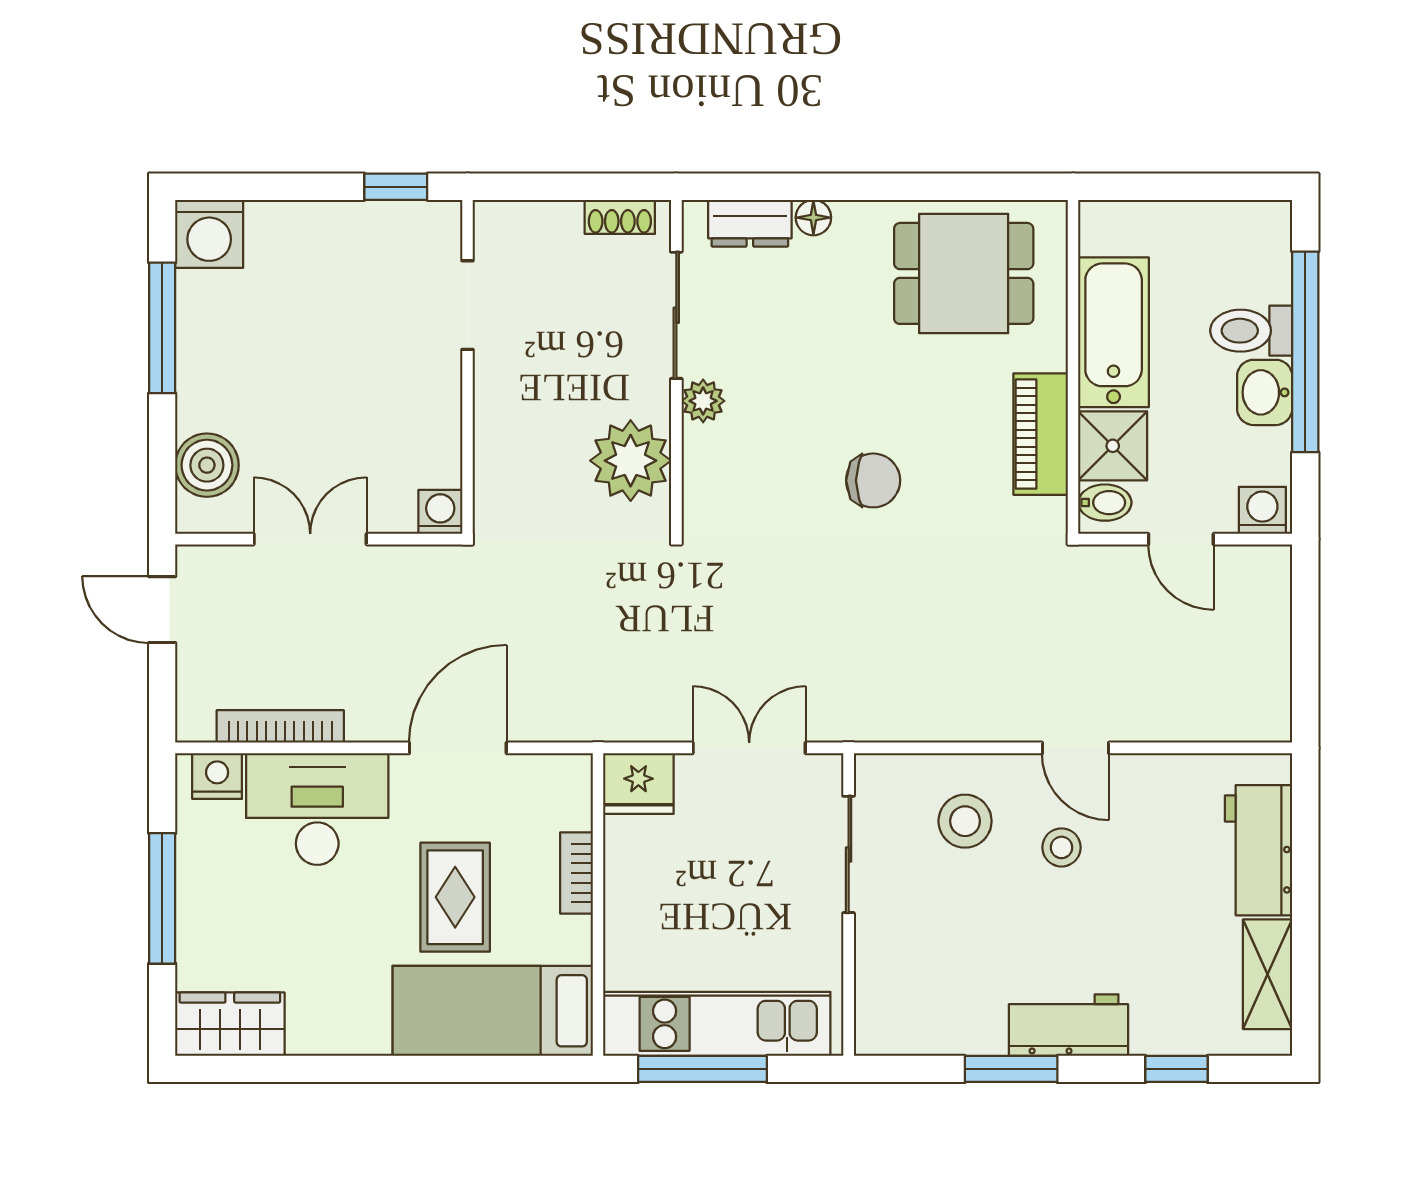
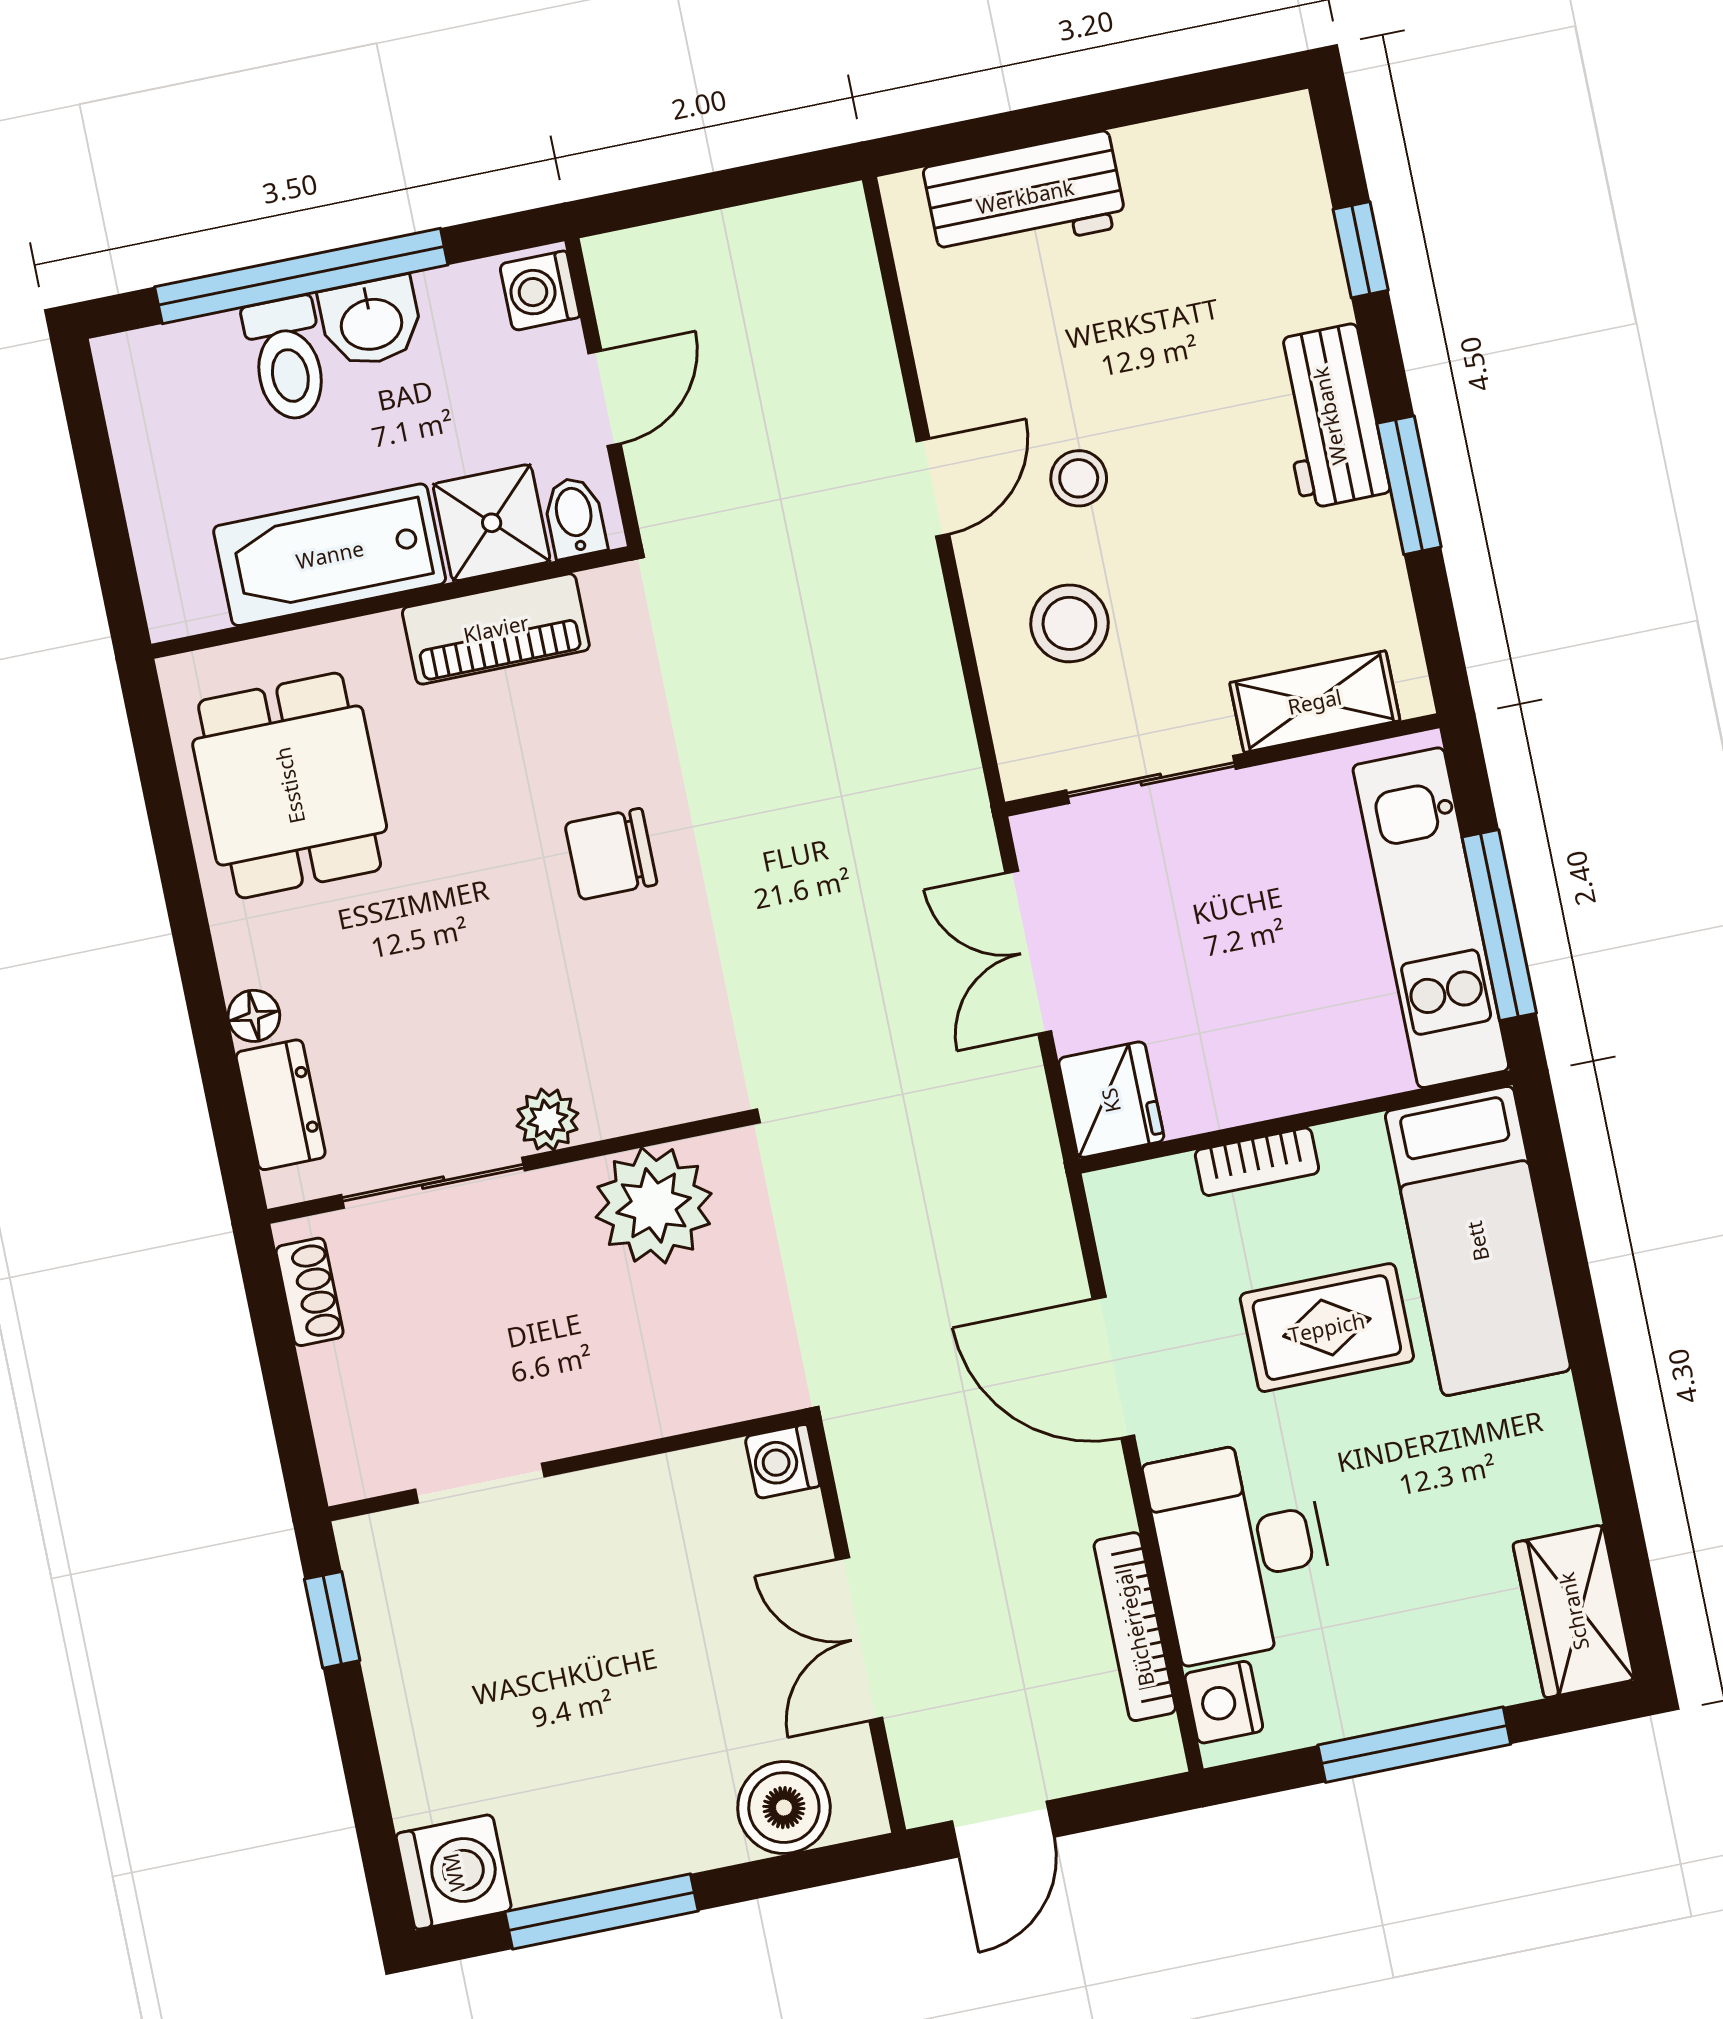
chair: (873, 480) -> (611, 854), turned -90
shelving: (1268, 974) -> (1315, 702), moved

